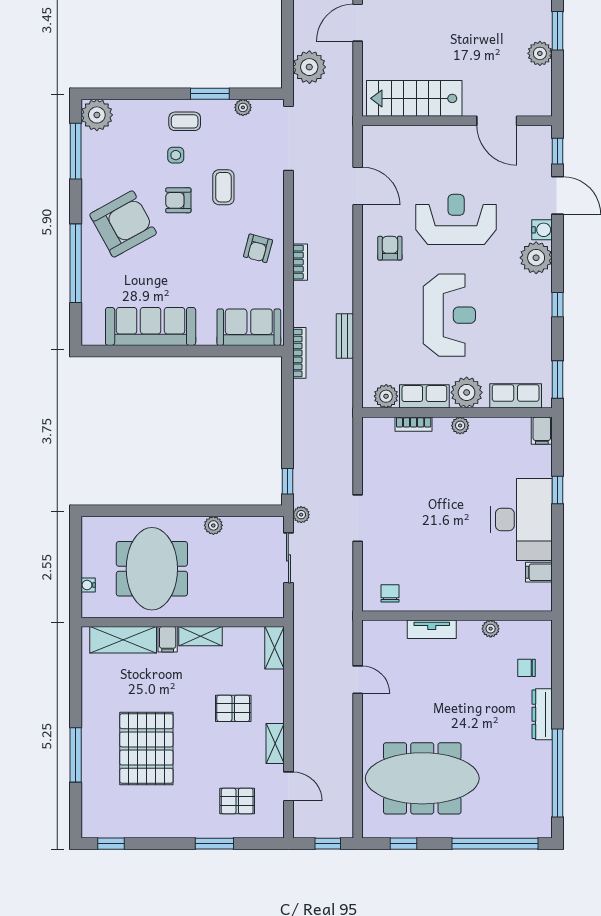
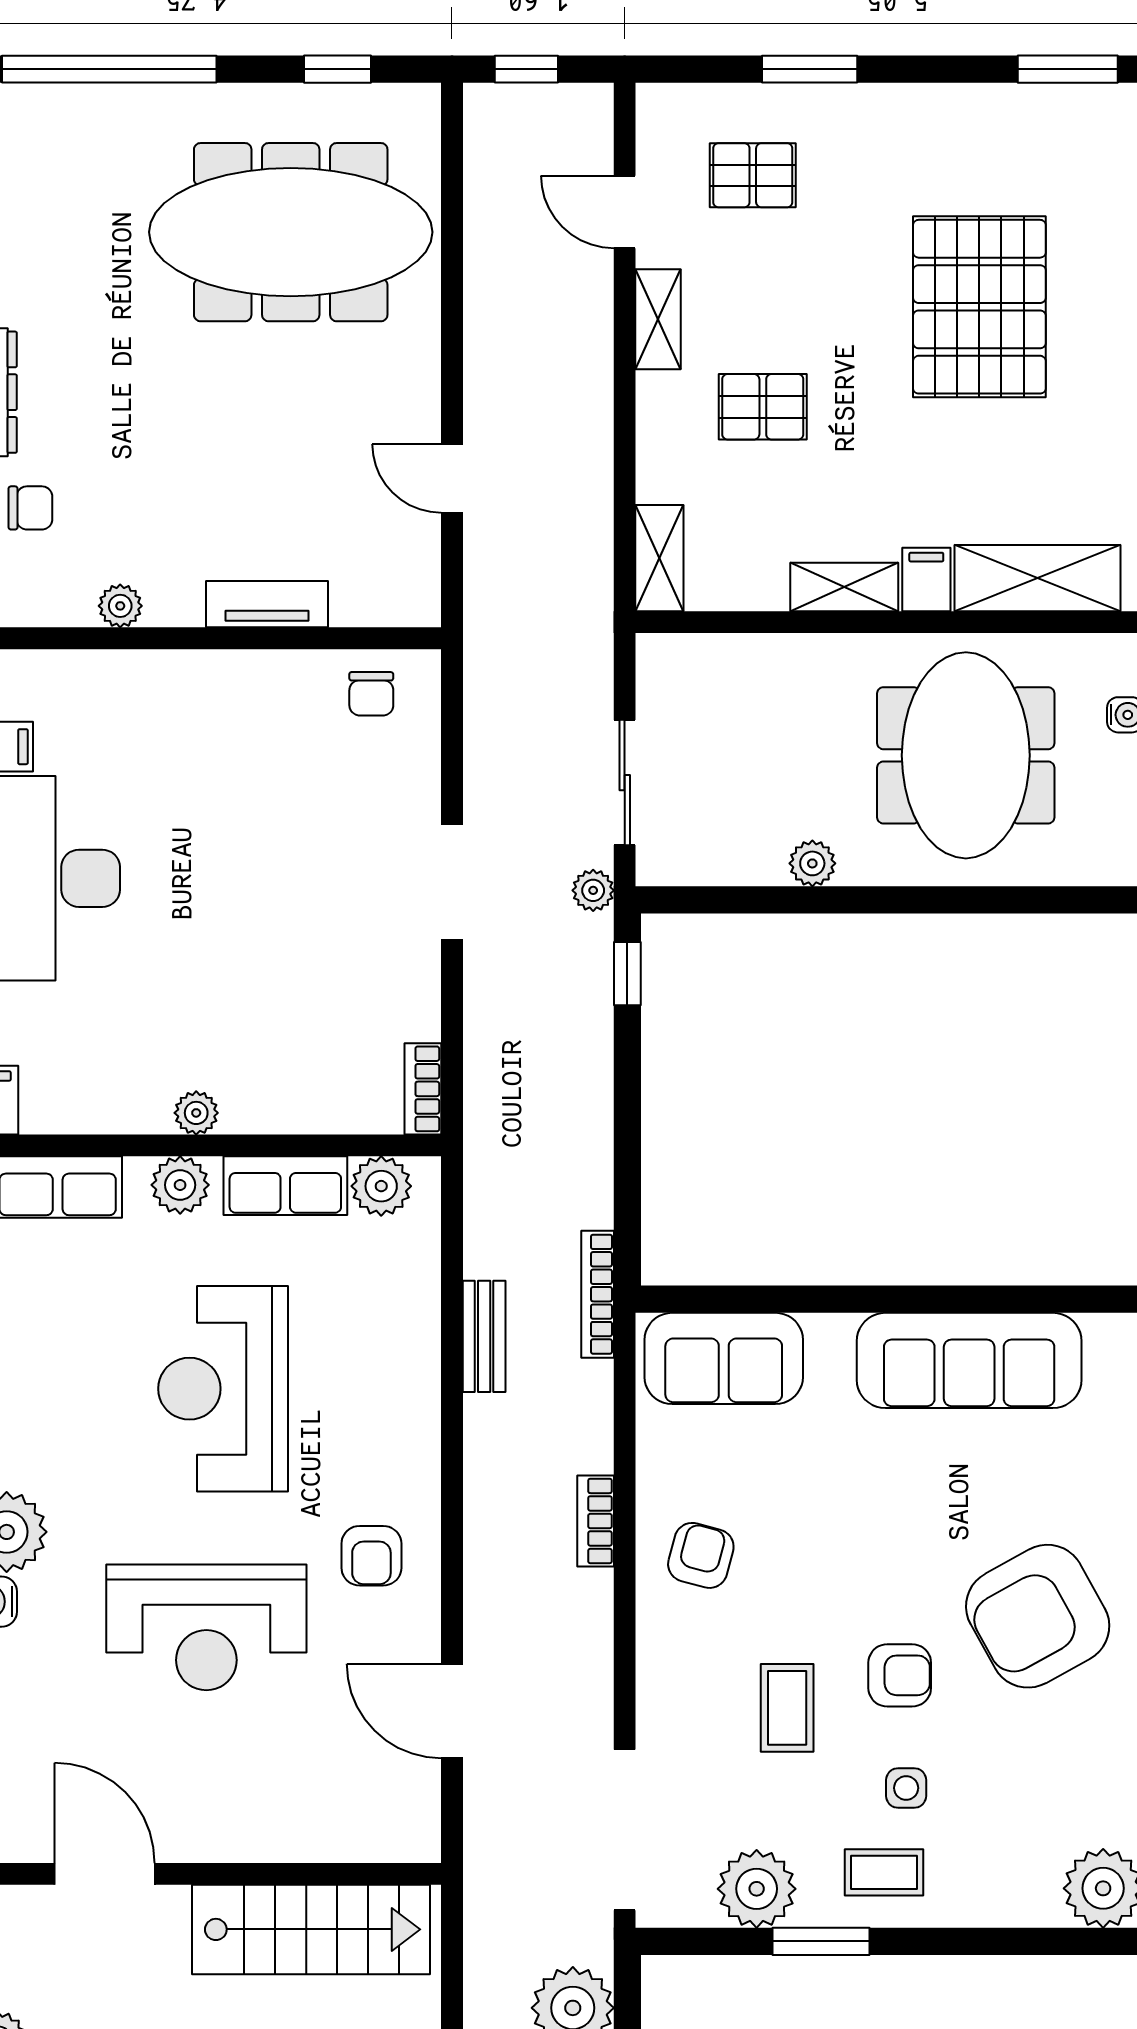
plant: (243, 107) -> (757, 1889), width x1.88, depth x1.88
plant: (467, 392) -> (180, 1185), width x0.73, depth x0.73
bookcase: (414, 424) -> (423, 1089), moved, turned -90
window: (111, 844) -> (1068, 69), width x1.50

